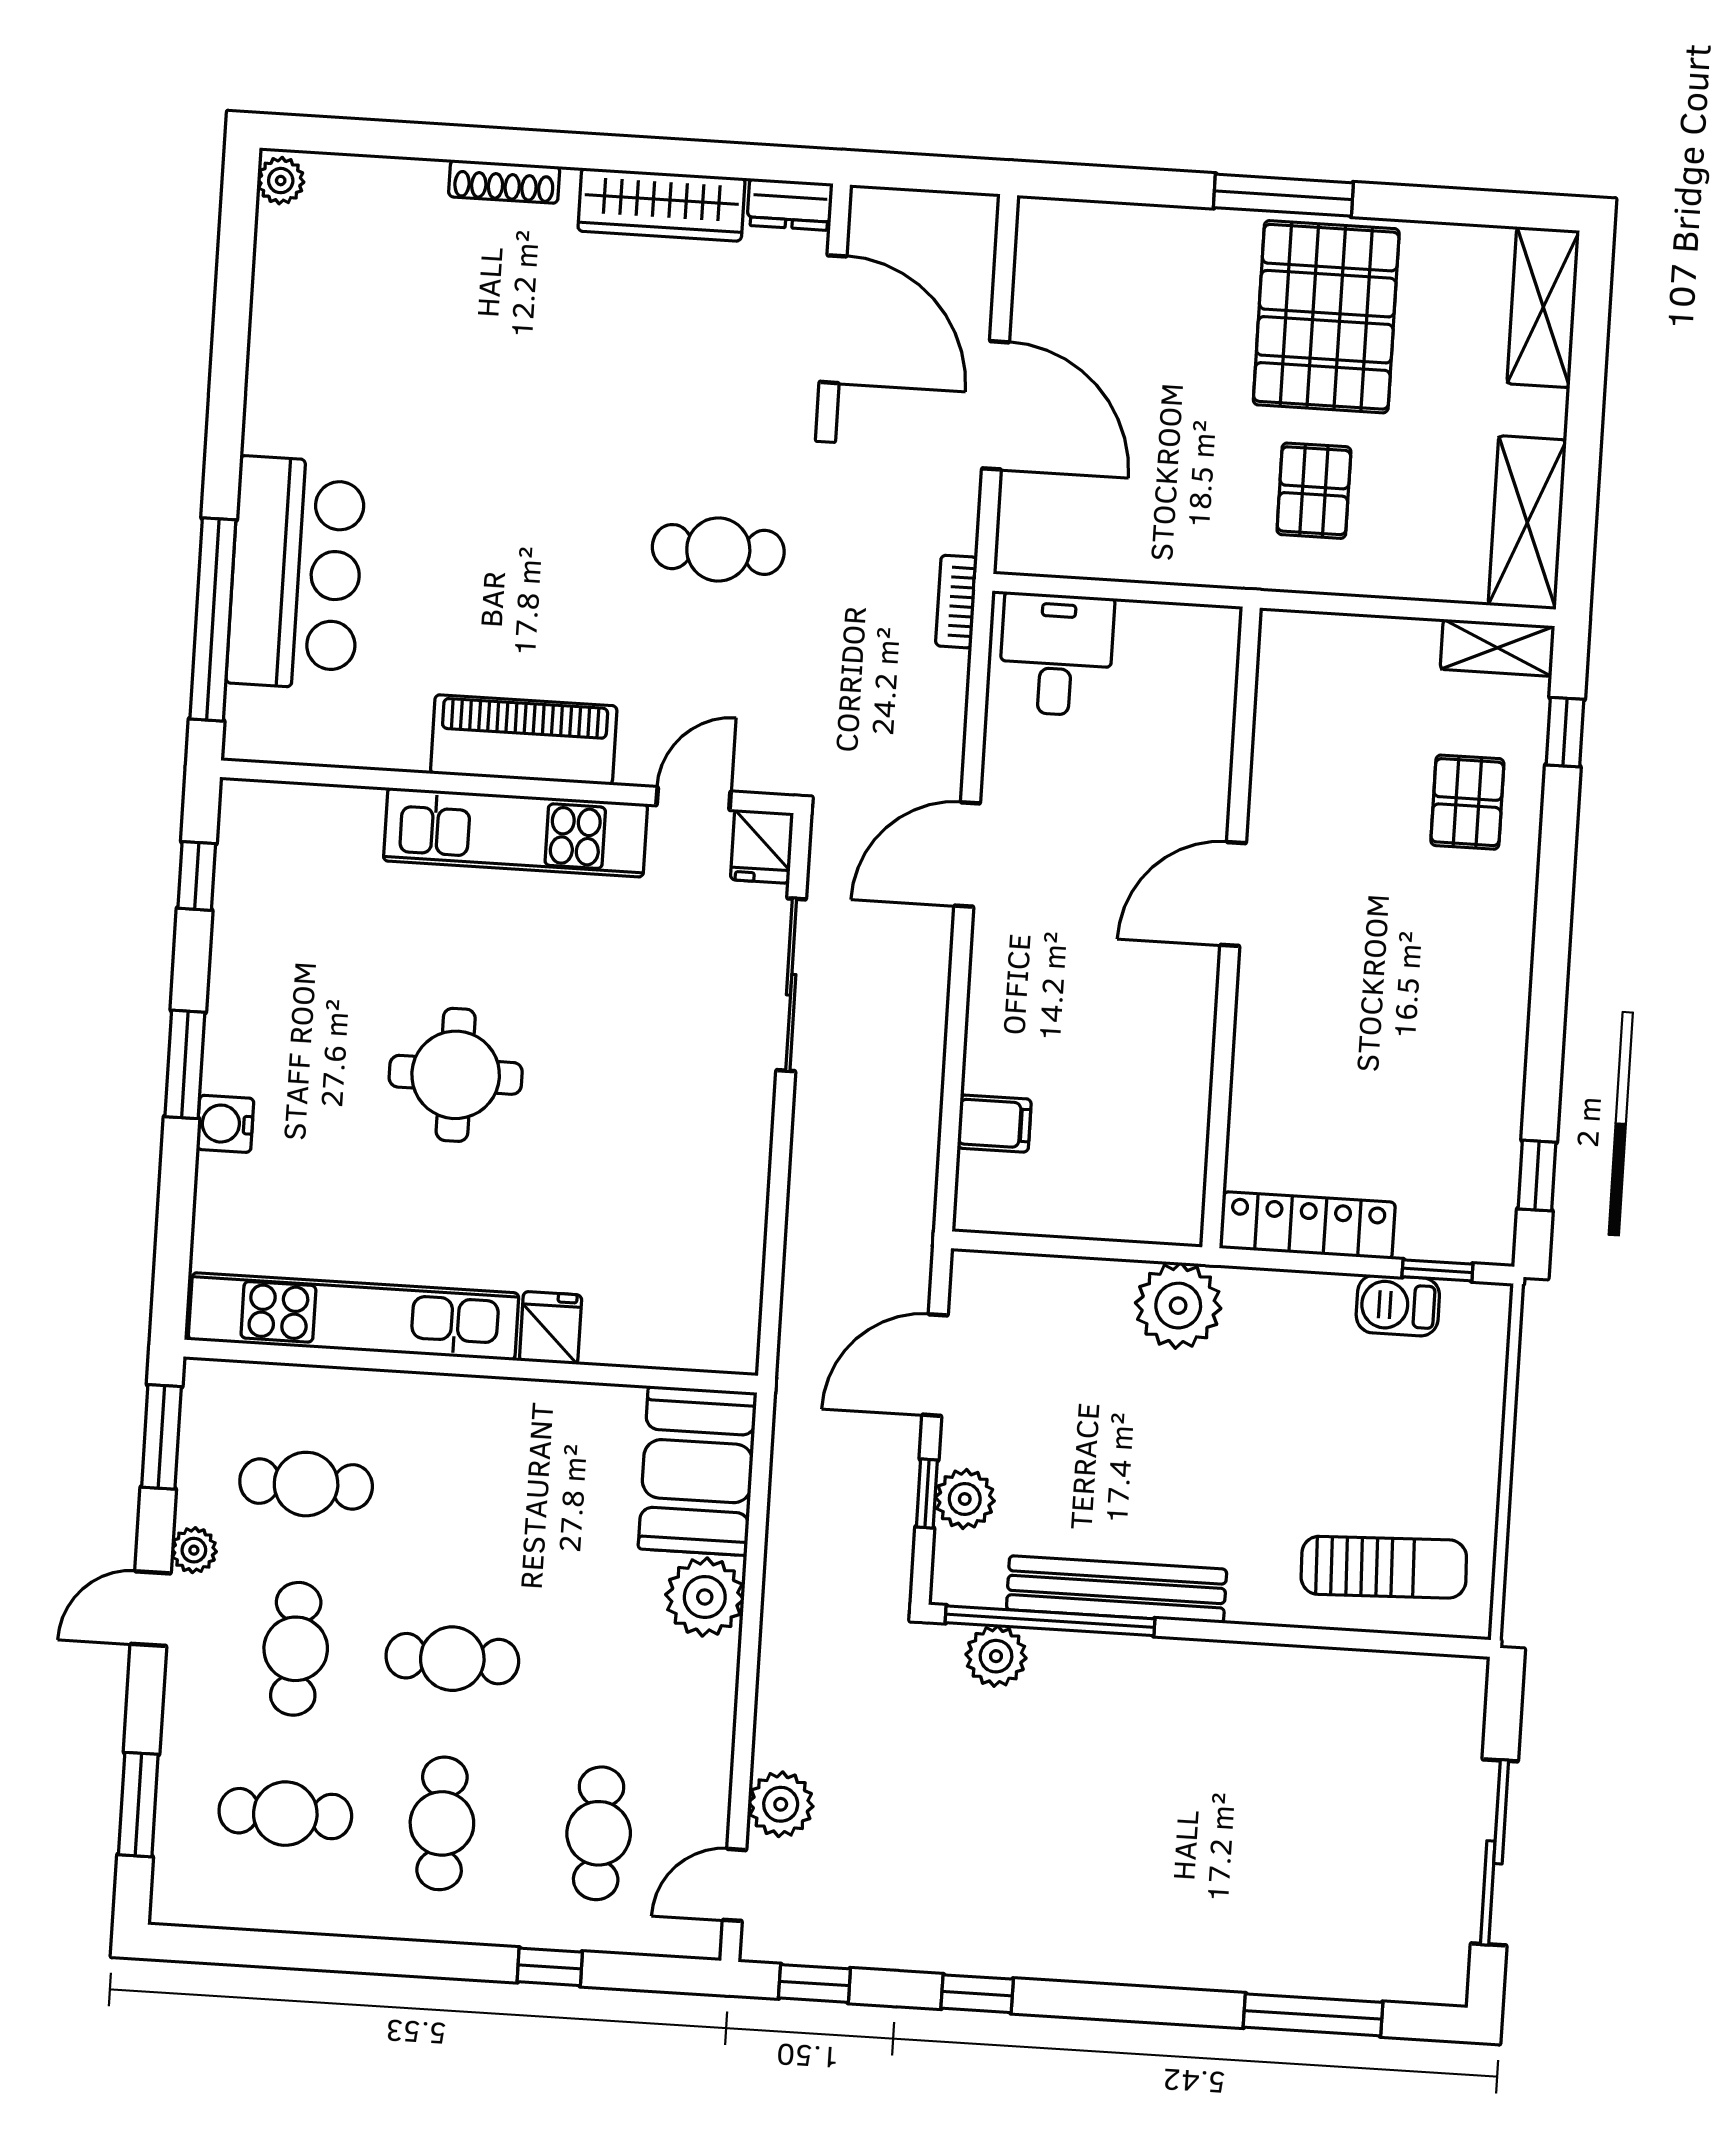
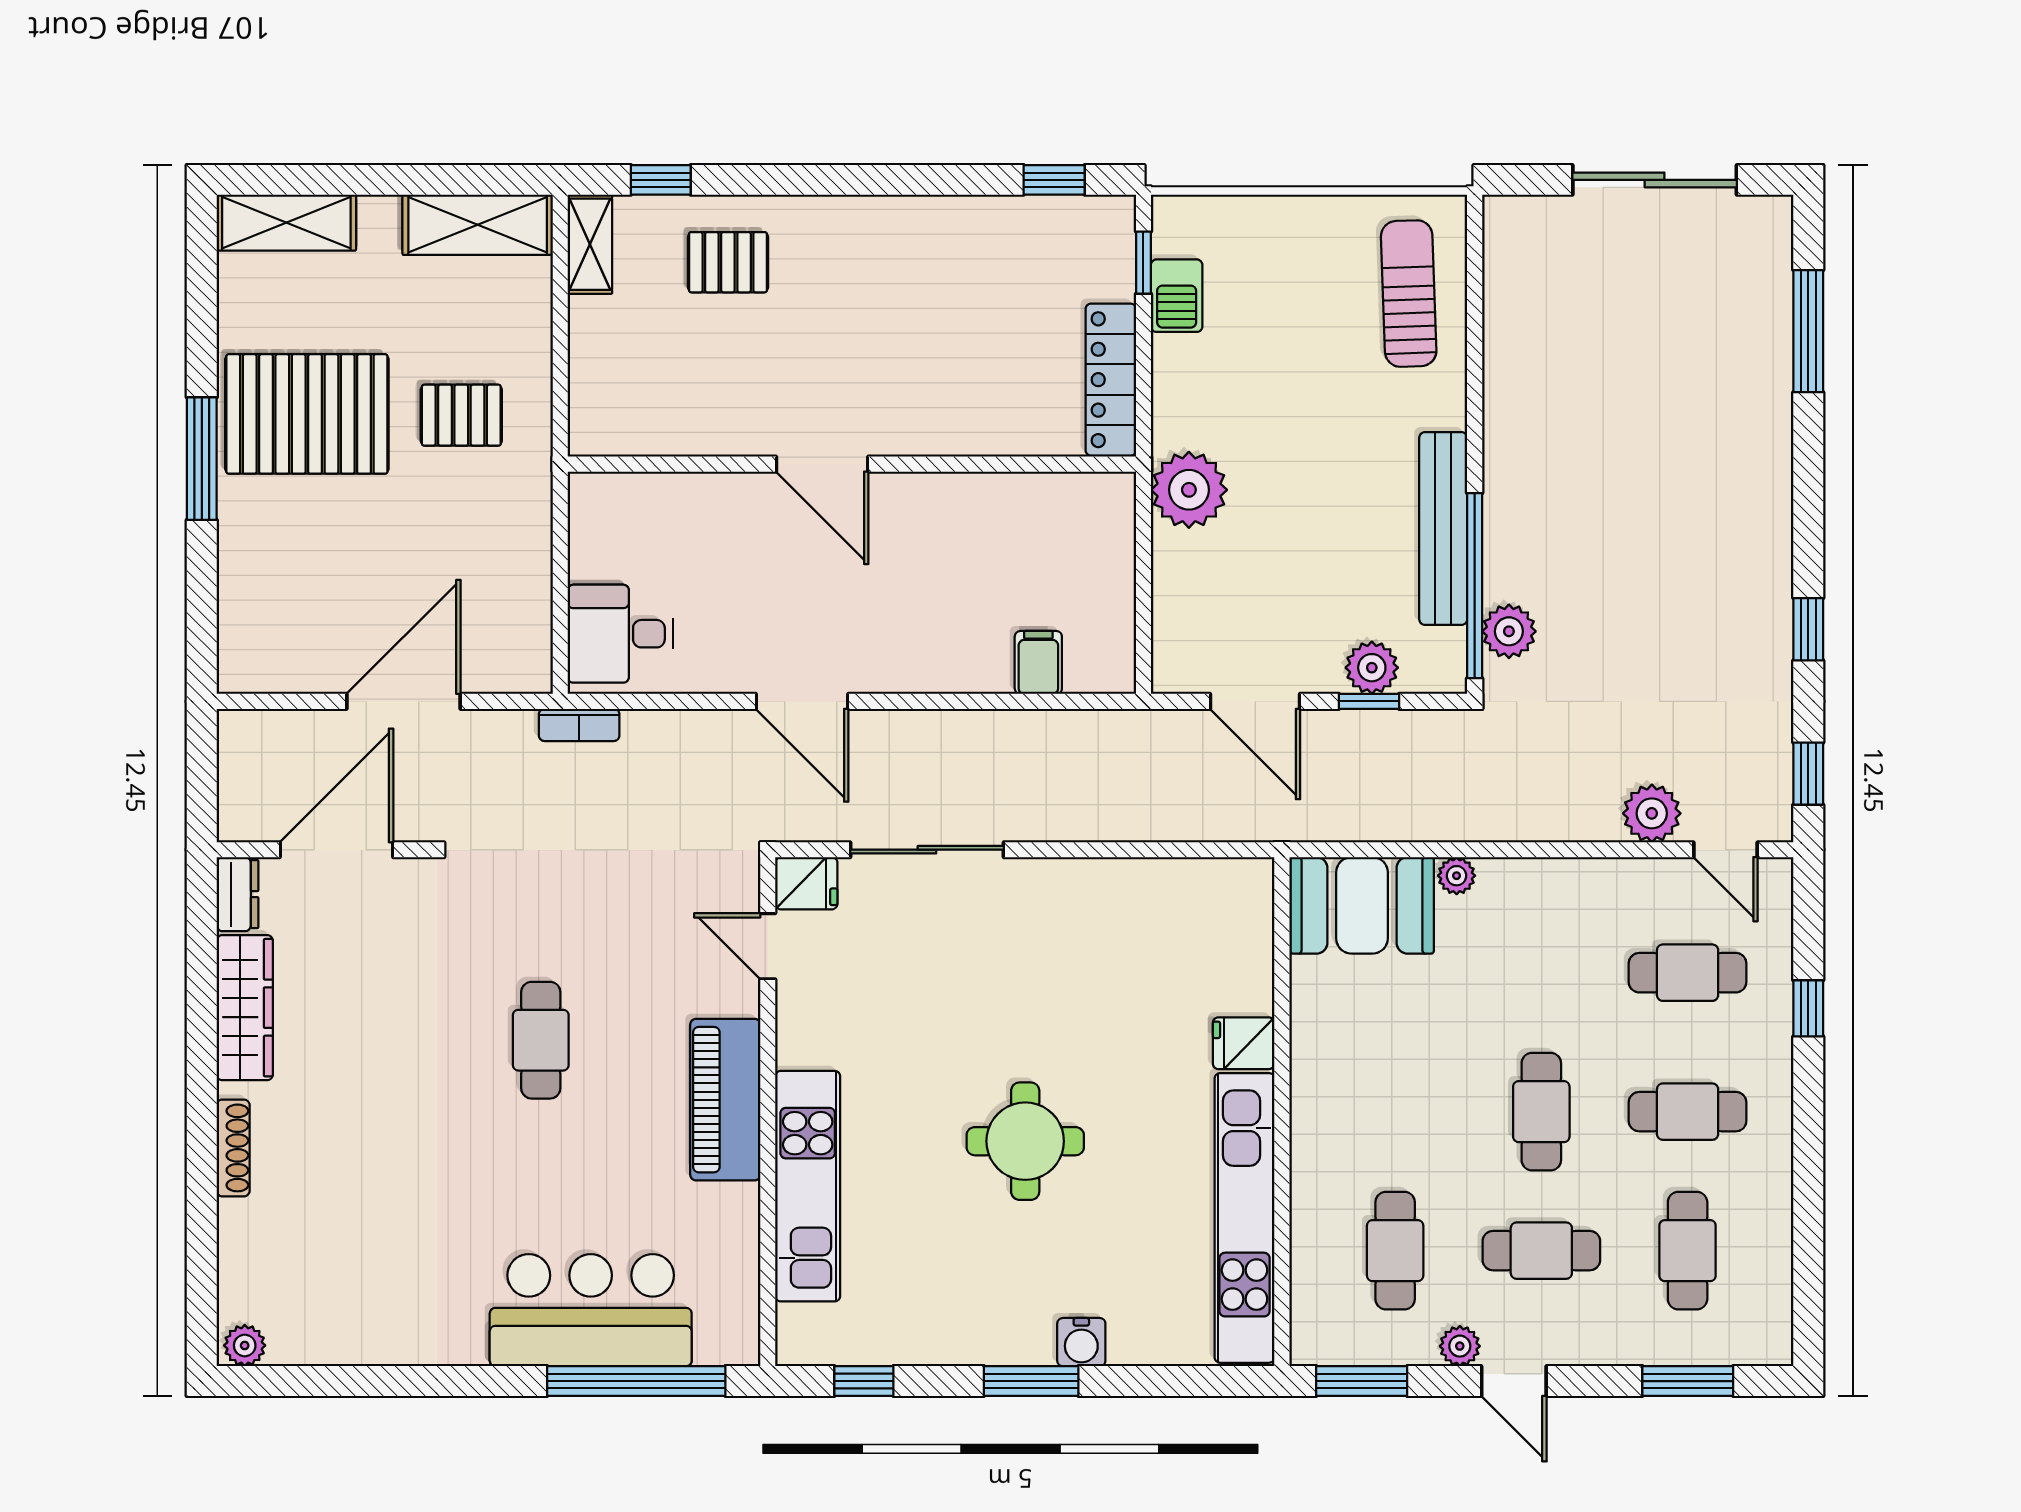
cafe table: (718, 549) -> (541, 1040), moved
kitchen unit: (515, 832) -> (808, 1186), moved
plant: (705, 1597) -> (1457, 876), width x0.53, depth x0.53

